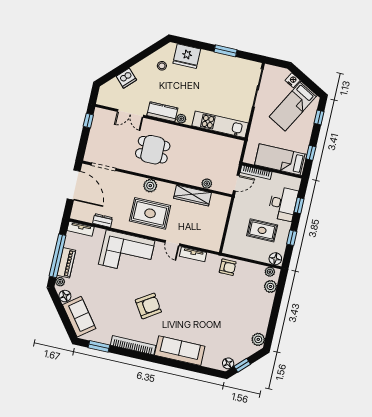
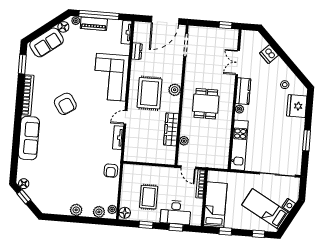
dining table: (153, 150) -> (206, 104), moved
plant: (258, 339) -> (76, 210), moved

